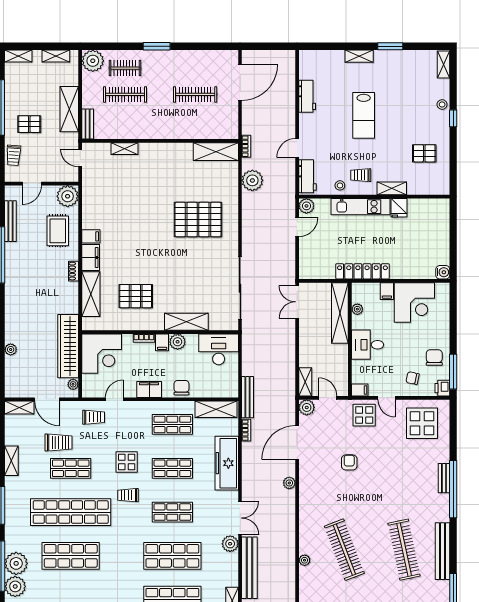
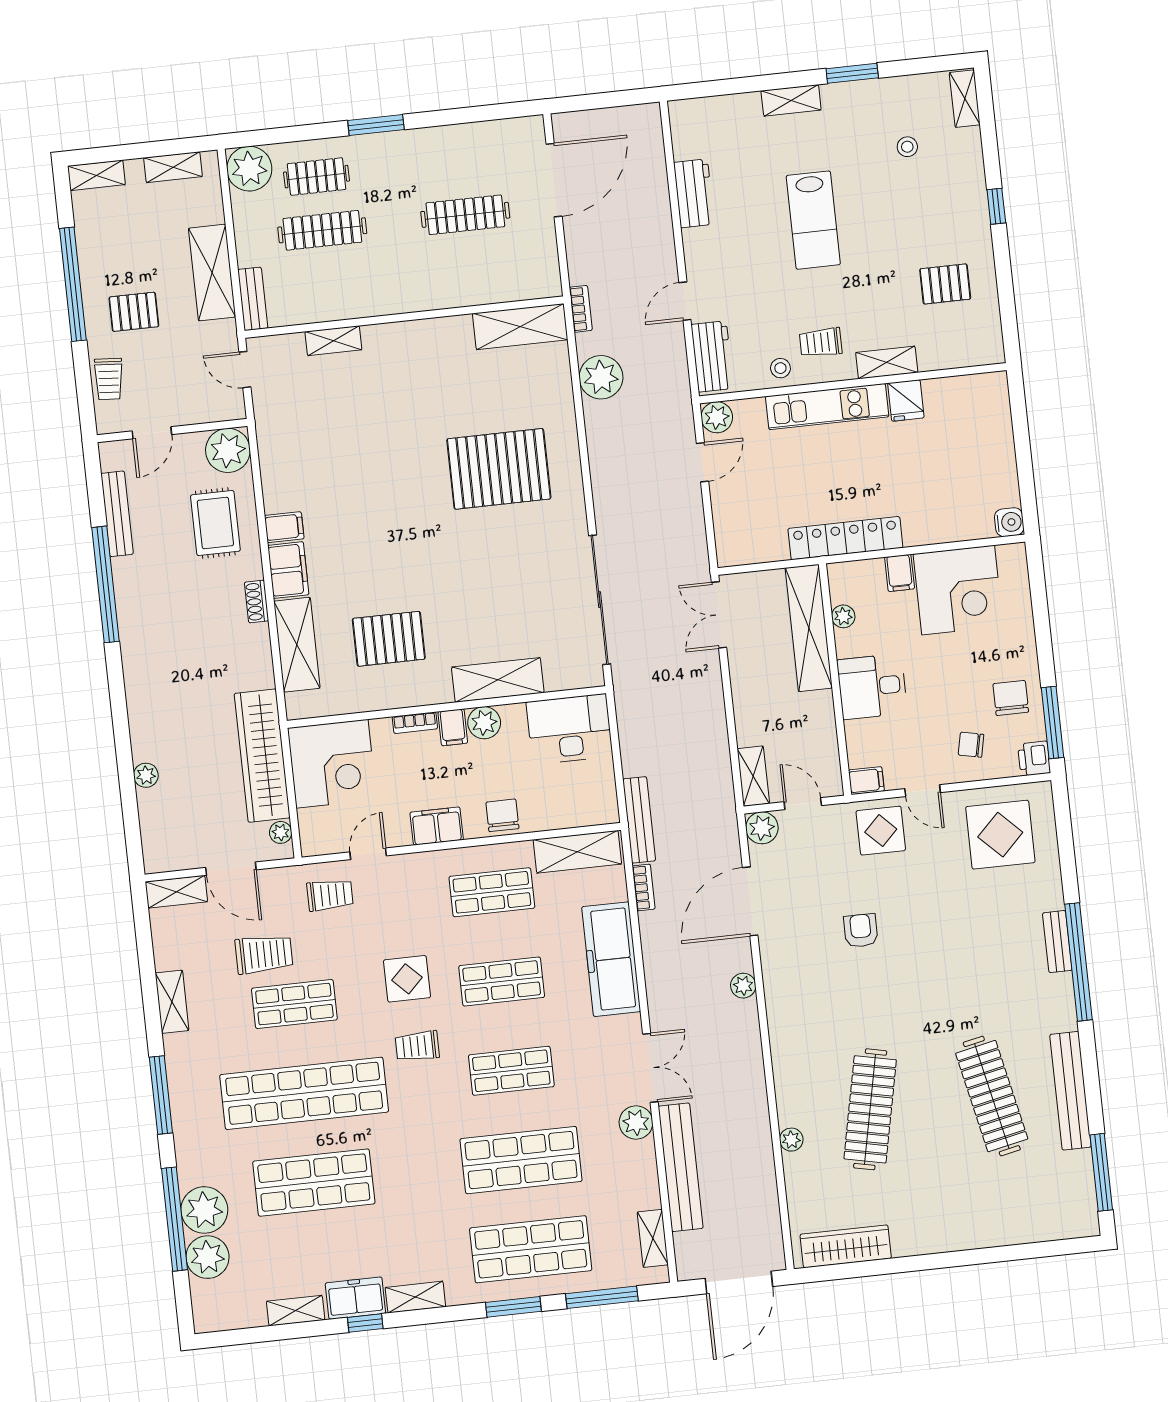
stool: (442, 104) -> (907, 147), moved
clothes rail: (344, 550) -> (870, 1109), turned 33

